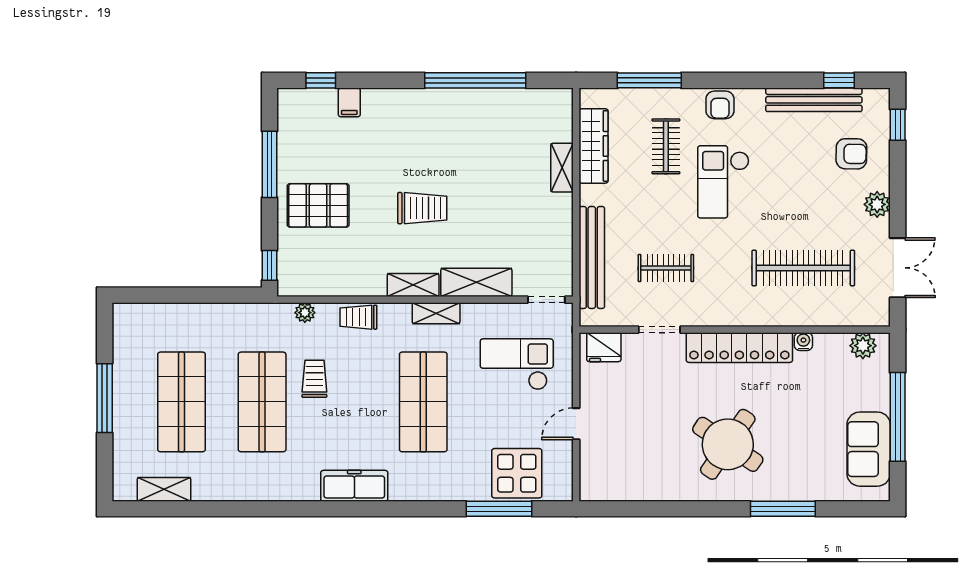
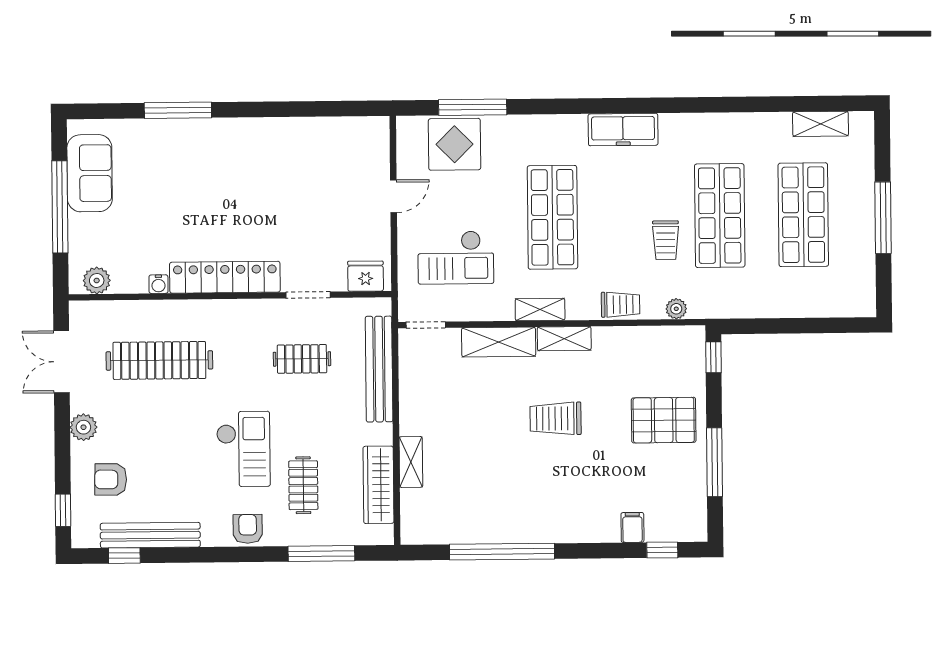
round table: (728, 444) -> (236, 177), removed

